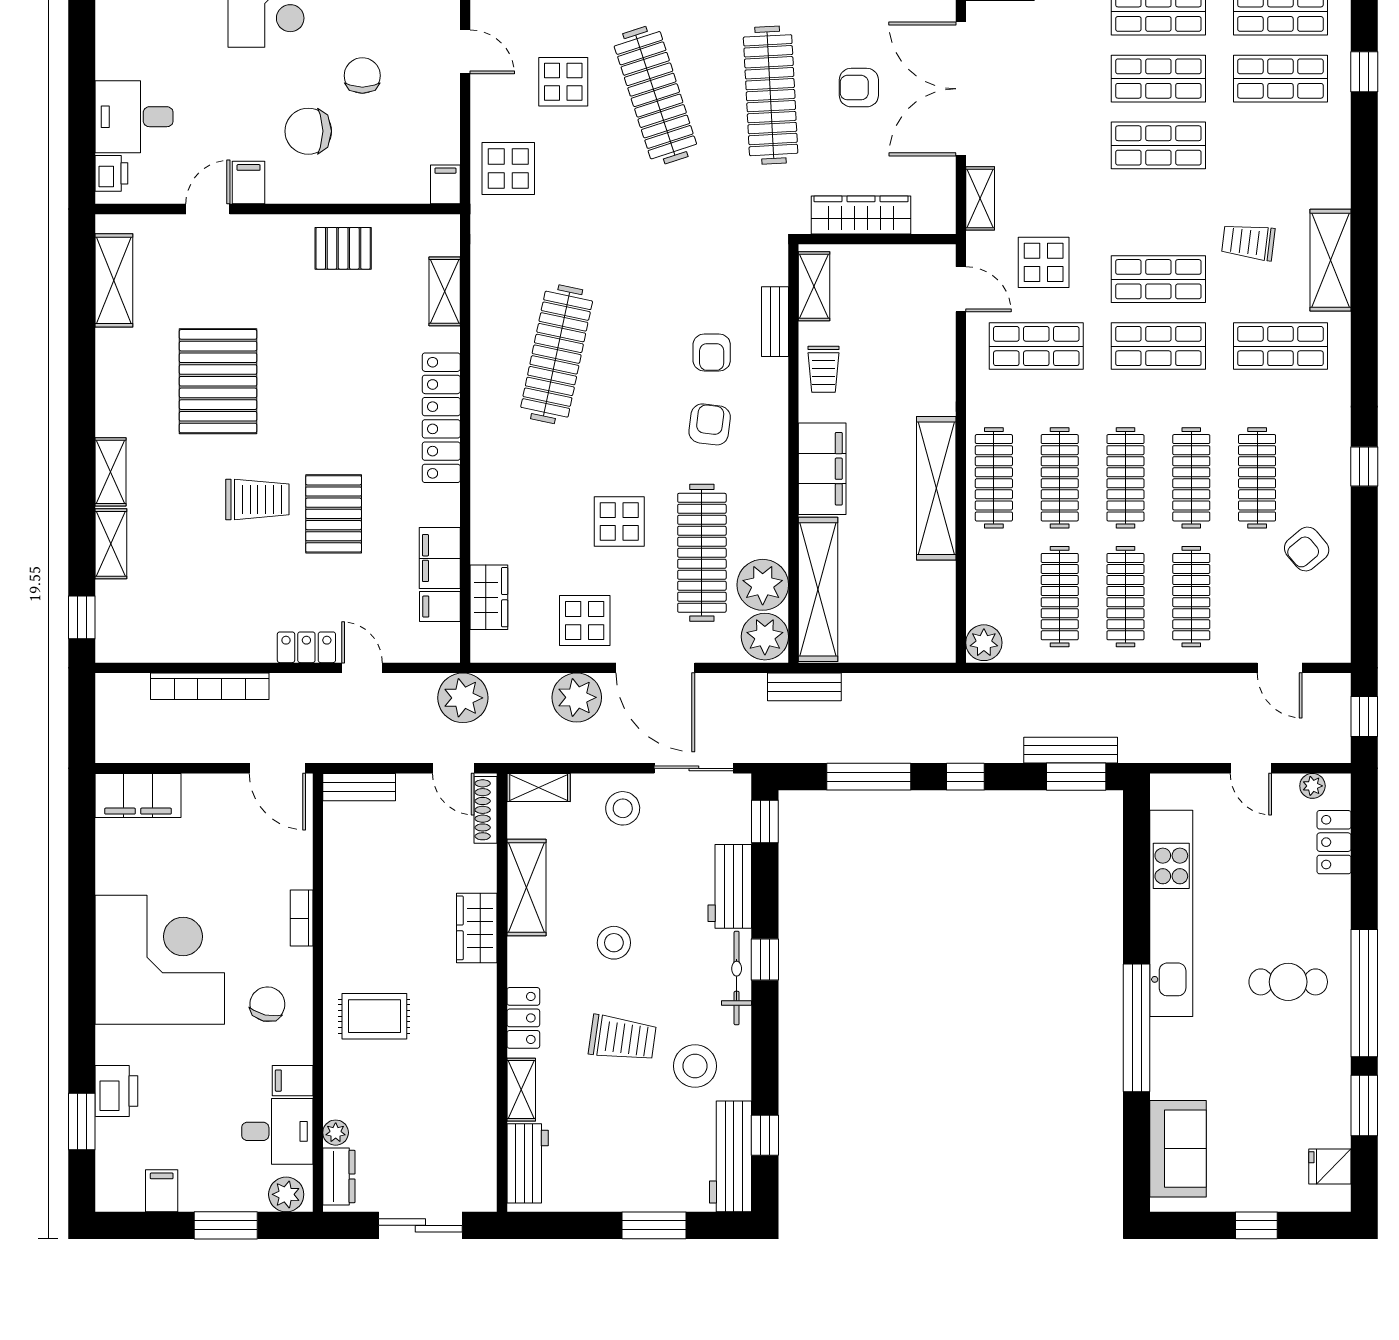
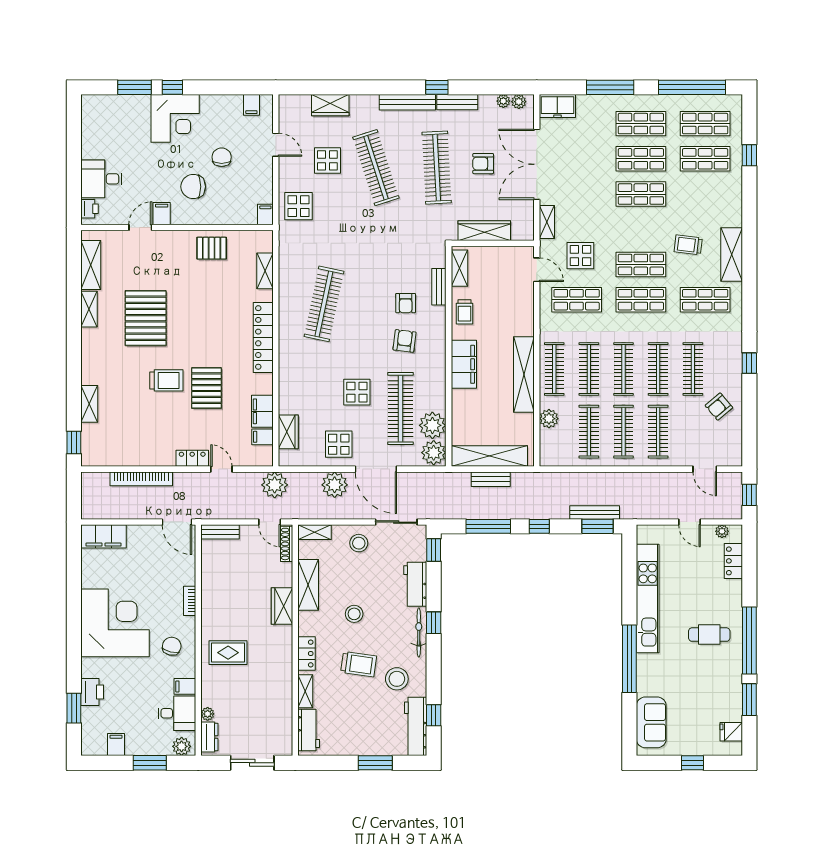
shelving: (111, 472) -> (89, 309), moved
shelving: (818, 589) -> (489, 456), moved, turned 90
plant: (984, 643) -> (549, 419), moved
bench: (804, 687) -> (491, 479), moved

